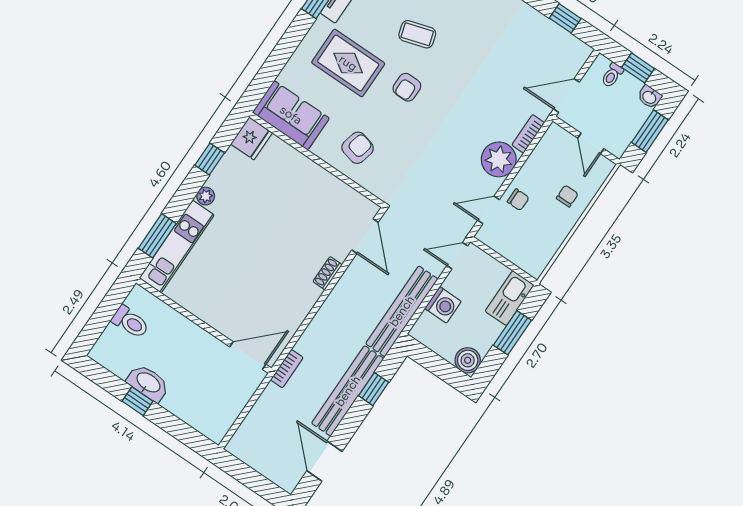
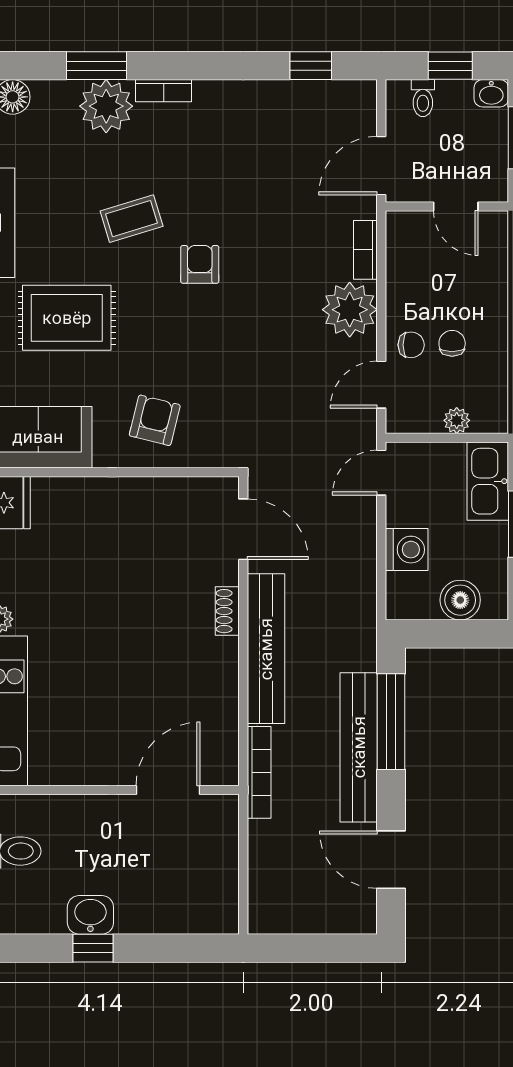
armchair: (407, 87) -> (200, 264), moved, turned 180
chair: (567, 196) -> (452, 343), moved
plant: (515, 255) -> (457, 420), added
bench: (402, 311) -> (266, 649), moved
door: (248, 355) -> (168, 790), moved
boiler: (468, 360) -> (460, 600), moved
bookcase: (287, 369) -> (259, 772), width x1.56
washbasin: (148, 383) -> (90, 915), width x0.72
window: (374, 389) -> (391, 722), width x2.17

